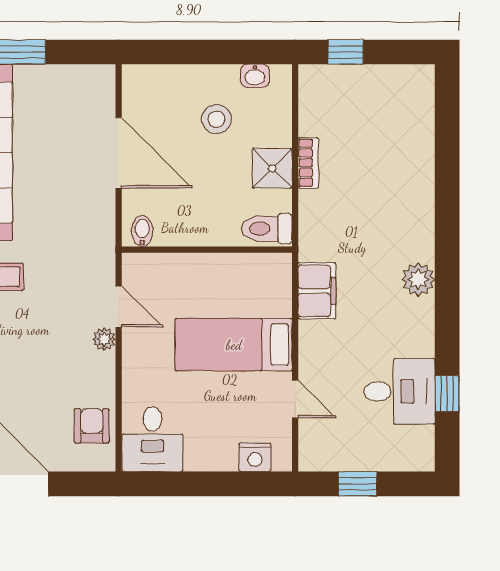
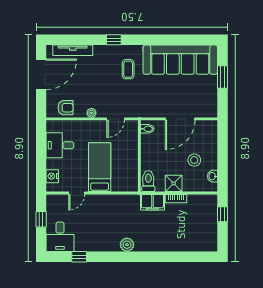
filing cabinet: (317, 291) -> (152, 202), moved
plant: (104, 339) -> (91, 113), moved
desk: (399, 391) -> (60, 237), moved
desk: (153, 439) -> (60, 145), moved

